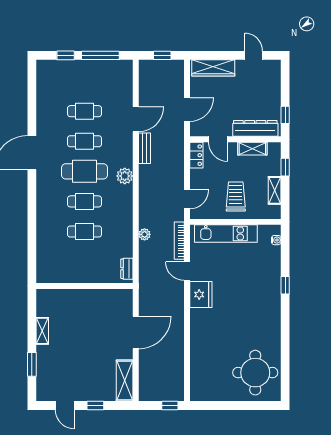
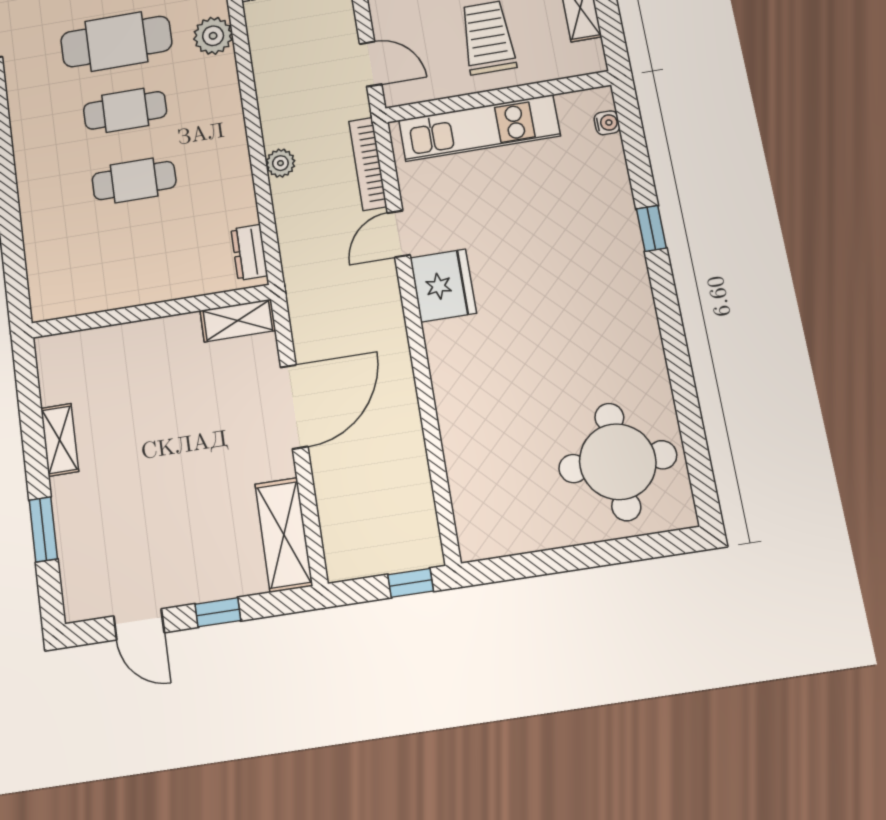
door: (187, 199) -> (371, 64), hinge flipped
door: (187, 271) -> (399, 234), hinge flipped
shelving: (119, 295) -> (238, 320), added

